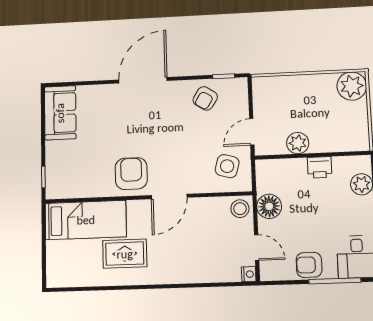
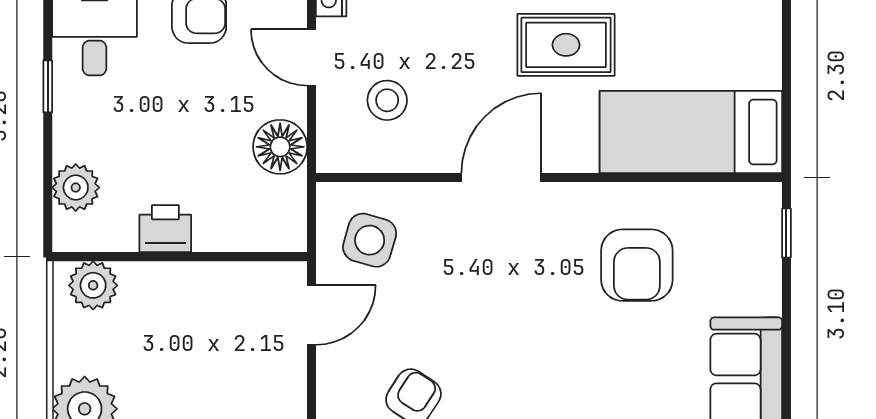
plant: (298, 143) -> (93, 285), moved
armchair: (131, 174) -> (637, 265), moved
stool: (240, 209) -> (387, 100), moved
rug: (125, 254) -> (566, 45), moved

